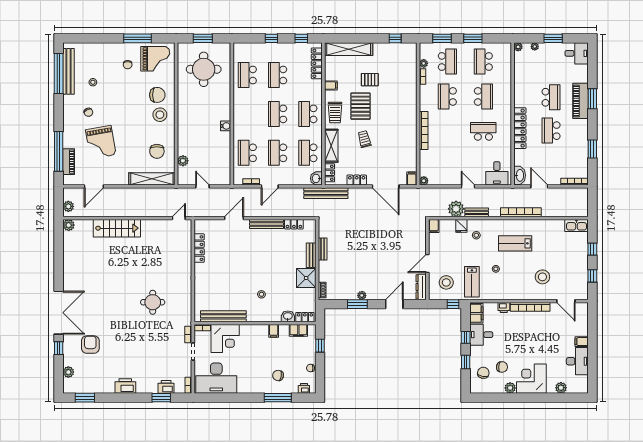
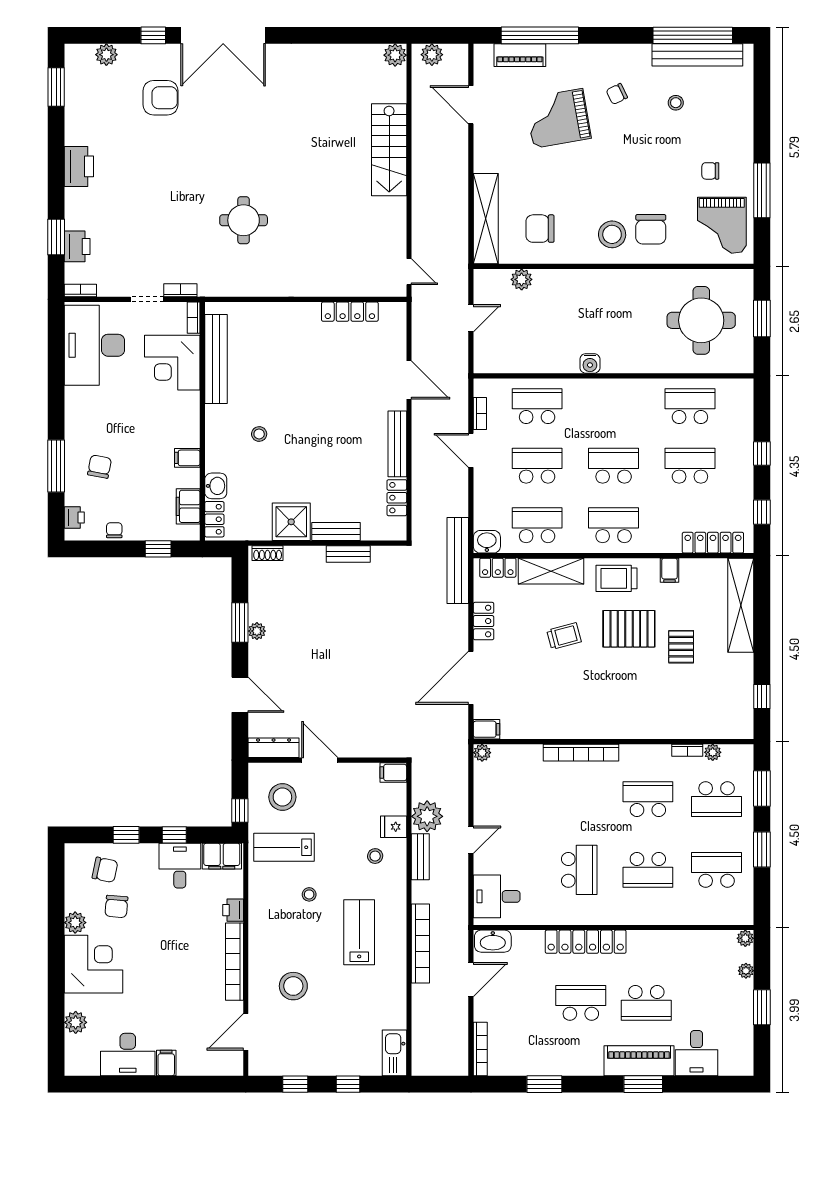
desk: (577, 53) -> (697, 1053), moved

